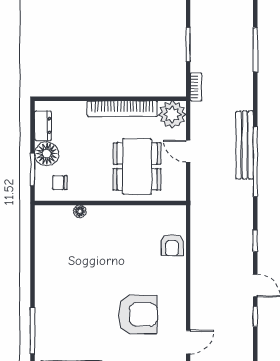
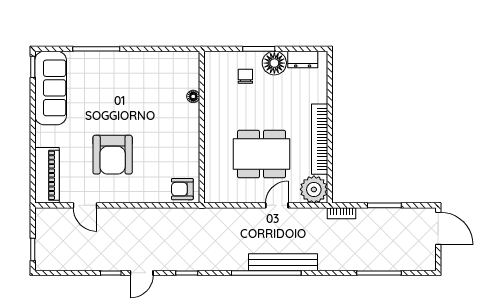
wall: (110, 203) -> (202, 127), moved
floor lamp: (80, 211) -> (193, 96), moved

